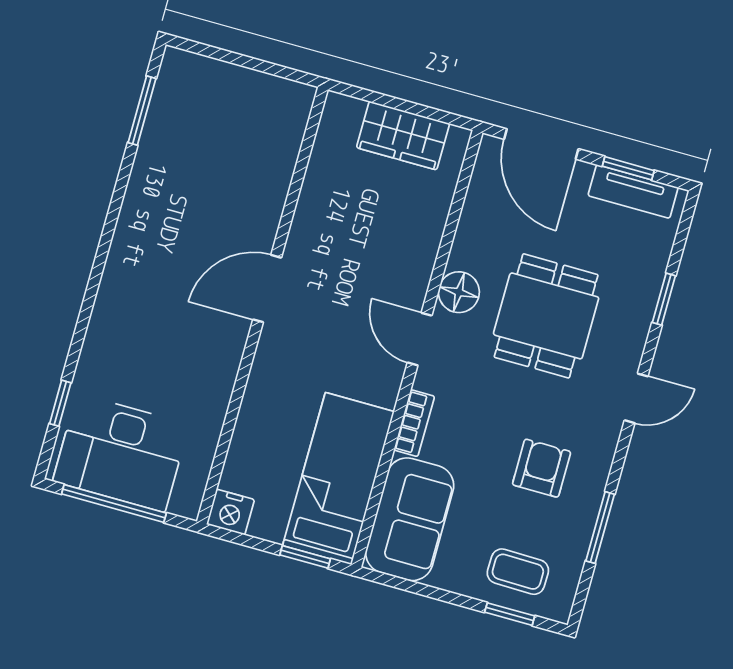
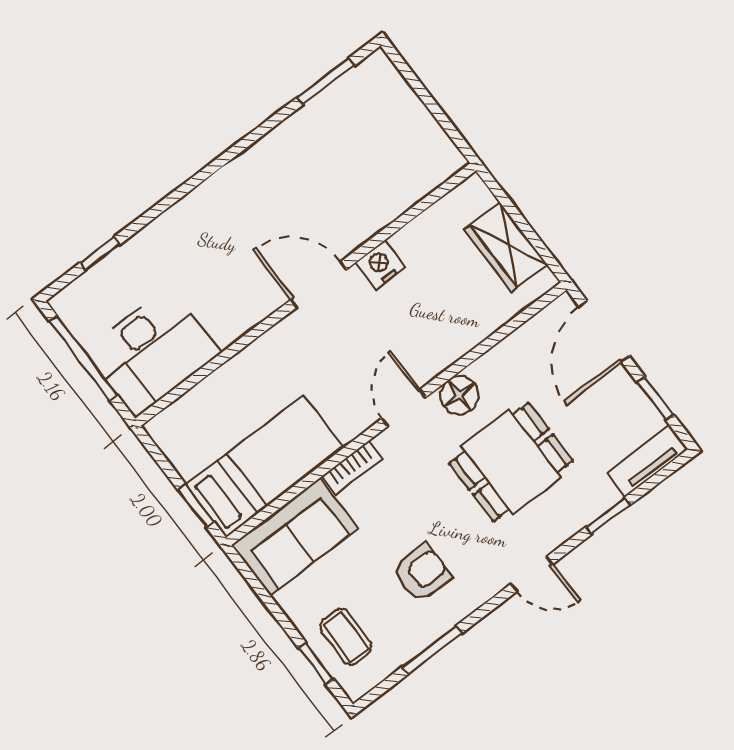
tv unit: (633, 191) -> (648, 461), moved, turned 90
desk: (121, 453) -> (153, 352), moved, turned -90
nightstand: (230, 512) -> (381, 265), moved, turned 90

